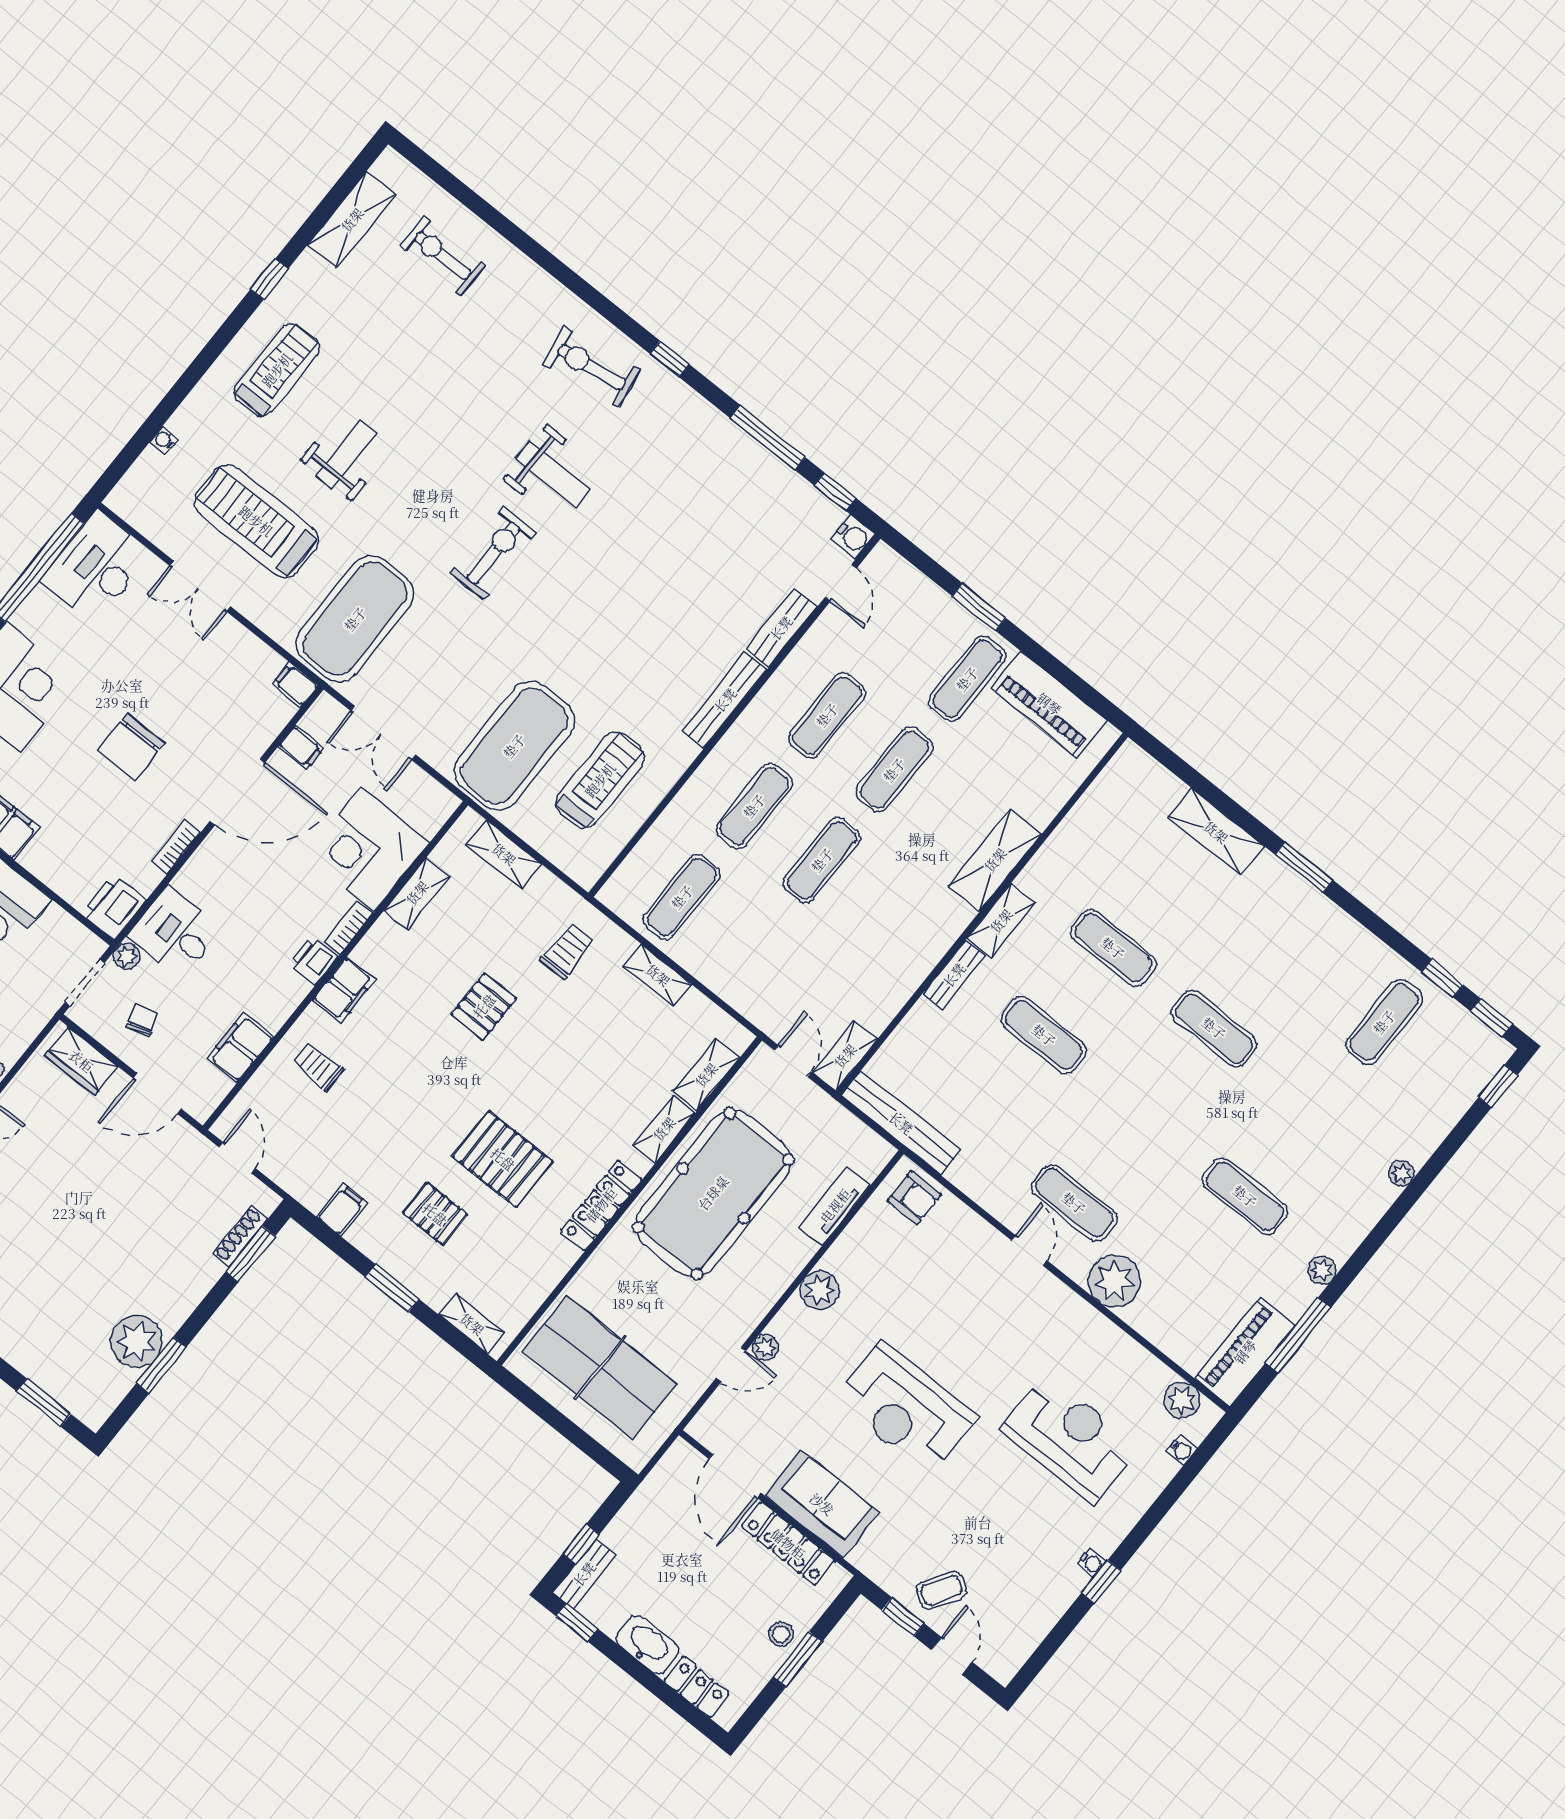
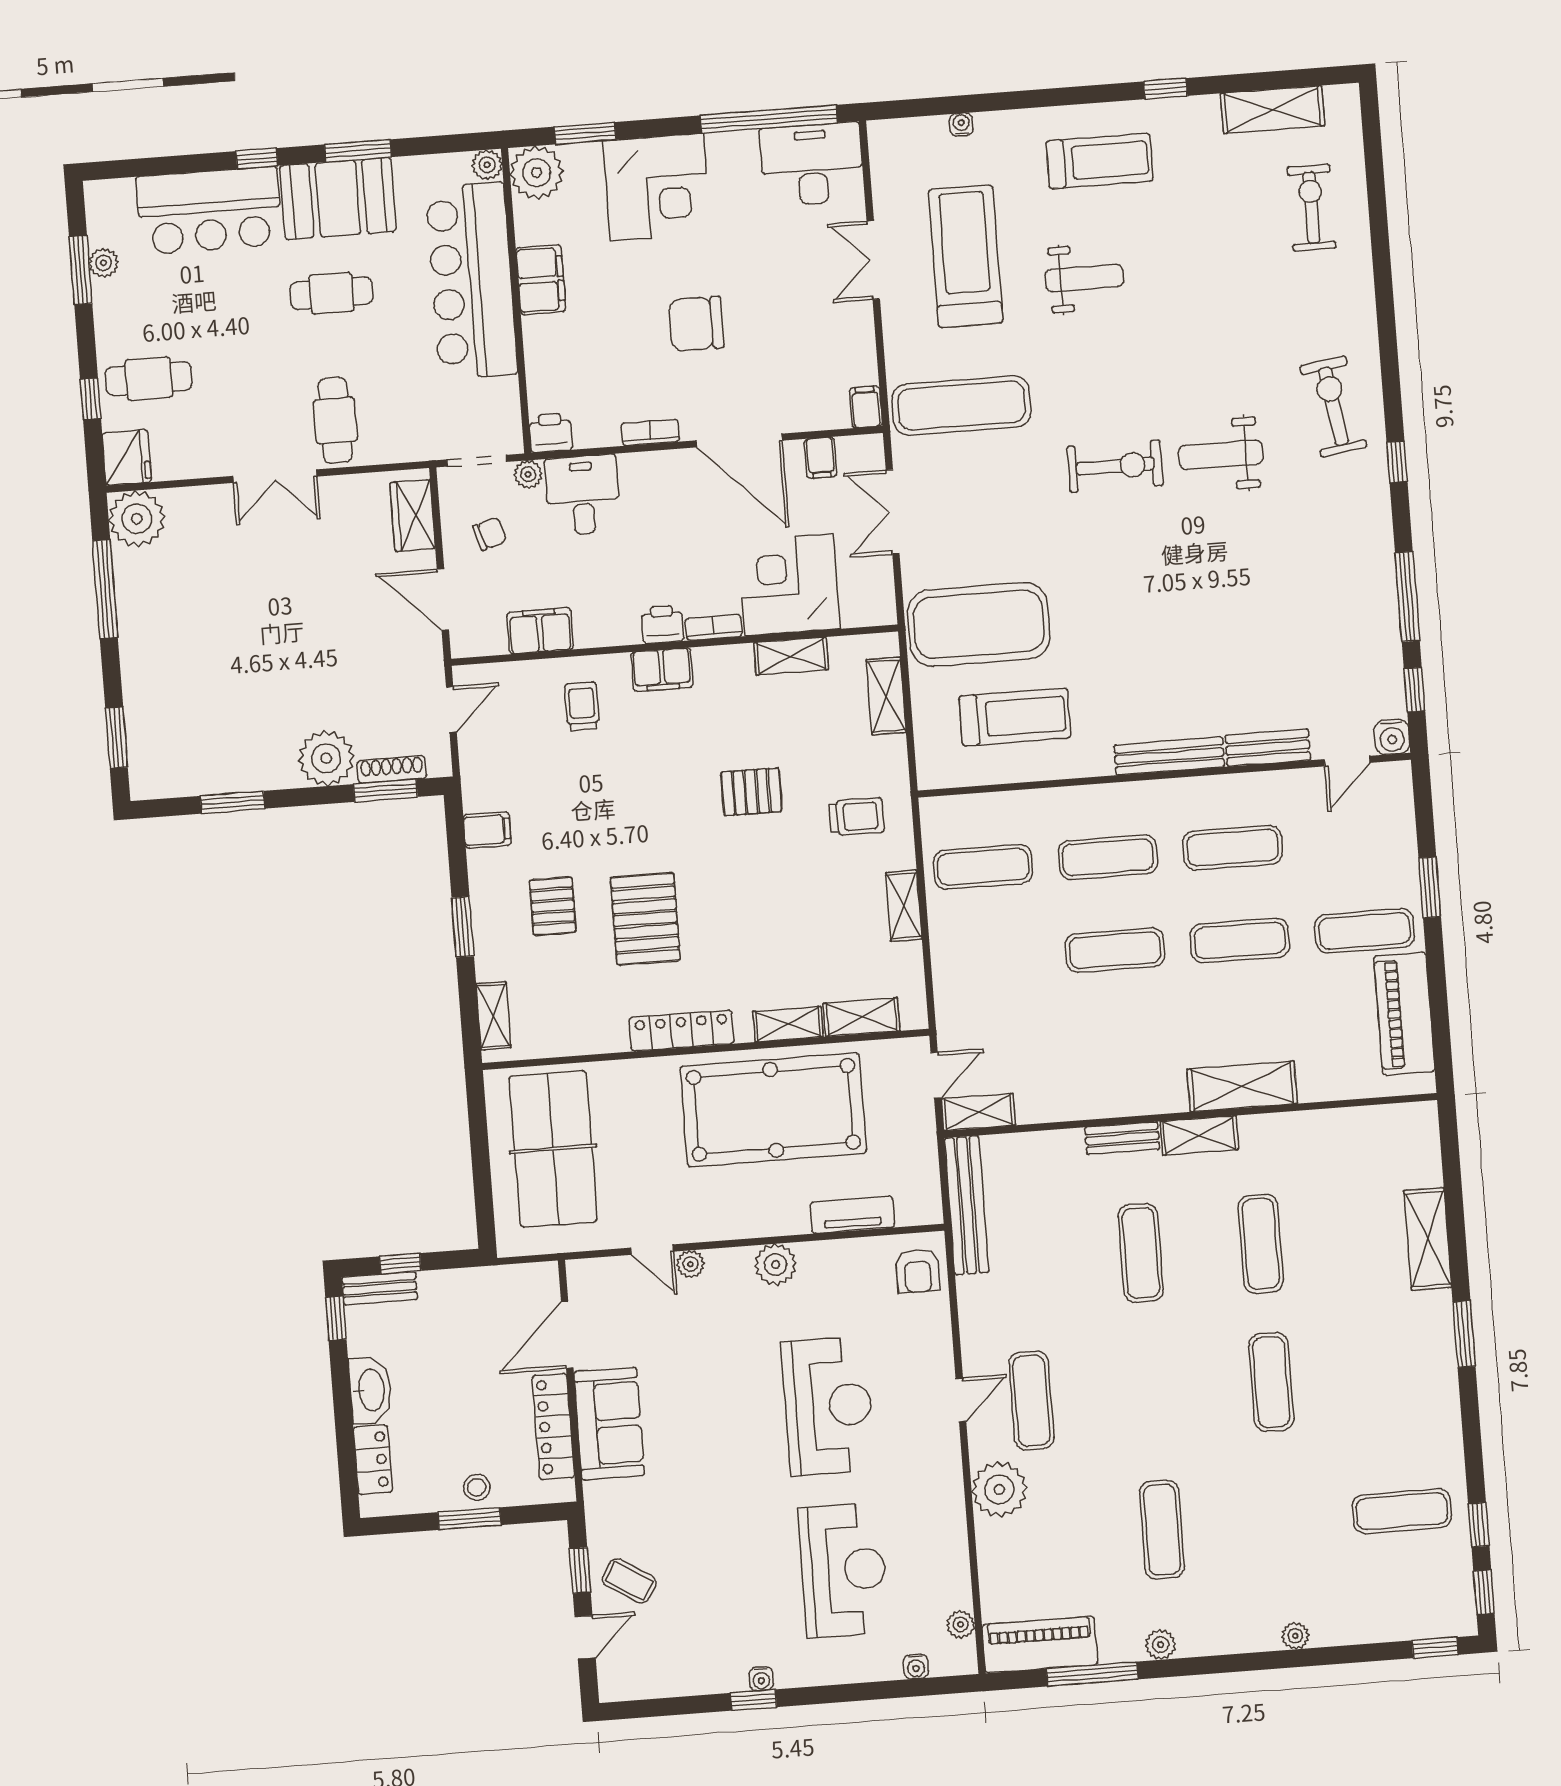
weight bench: (553, 474) -> (1221, 455), turned 90
exercise mat: (355, 619) -> (961, 405), width x0.68
printer: (114, 907) -> (551, 433), width x0.73, depth x0.81
plant: (137, 1341) -> (326, 758), moved
plant: (1182, 1400) -> (961, 1624), width x0.73, depth x0.73
reception desk: (905, 1408) -> (828, 1406), moved, turned 180

